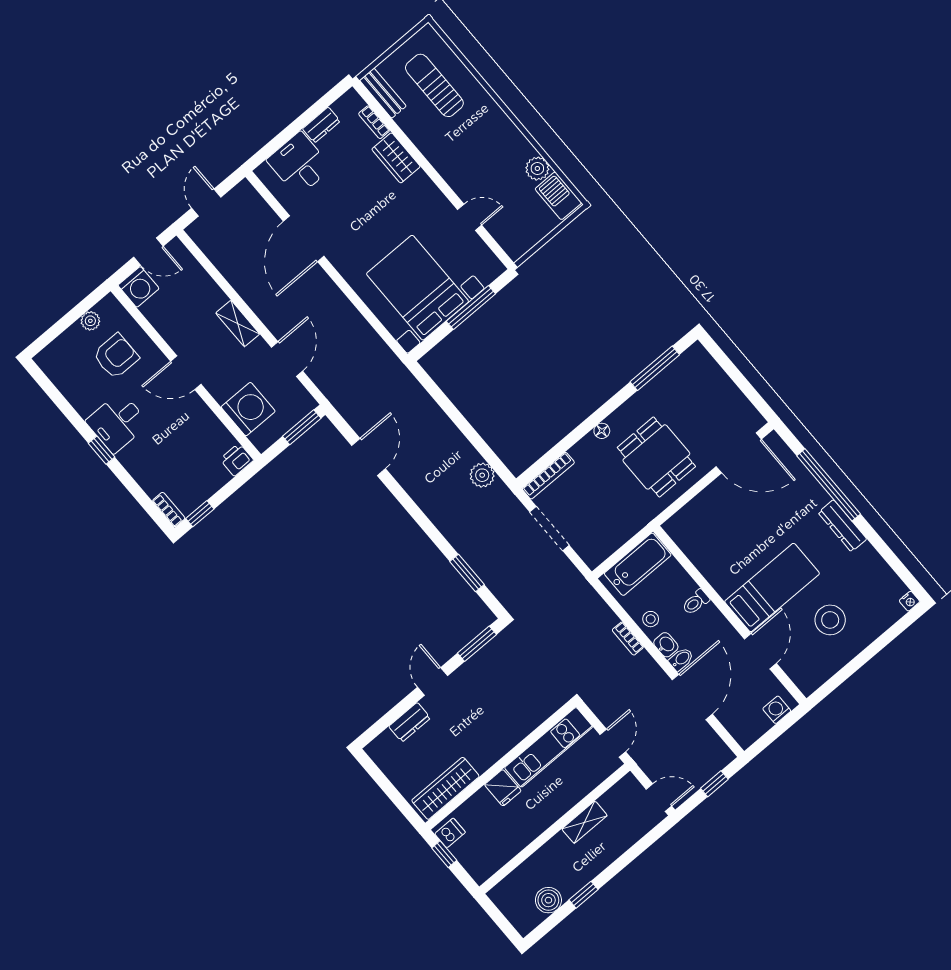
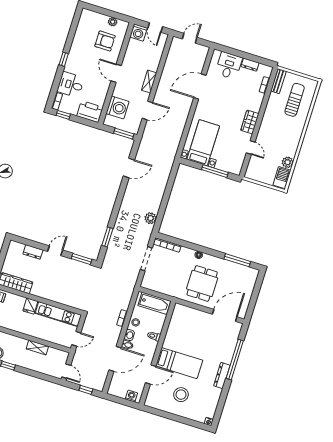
wardrobe: (396, 158) -> (250, 122), moved
bed with nightstands: (418, 288) -> (203, 143), width x0.73
desk: (117, 422) -> (71, 85), moved
door: (739, 453) -> (225, 315), swing flipped
printer: (237, 460) -> (90, 112), width x1.87, depth x1.48

